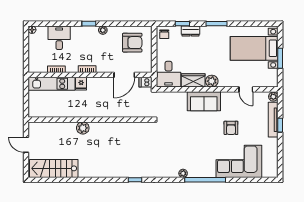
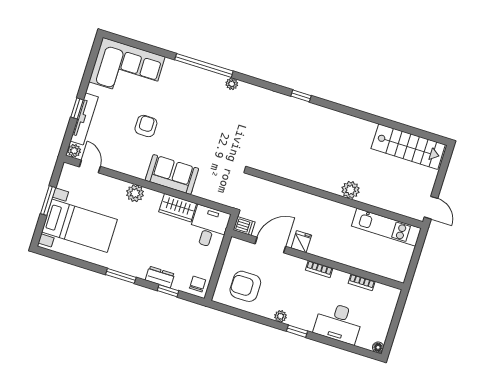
desk: (59, 38) -> (338, 323), width x1.37
plant: (212, 81) -> (135, 193), moved
kitchen unit: (52, 84) -> (386, 227), moved, turned 180
fridge: (81, 84) -> (301, 242), moved
door: (246, 89) -> (90, 167), moved
door: (26, 145) -> (431, 208), moved
corner sofa: (239, 161) -> (127, 69), moved

